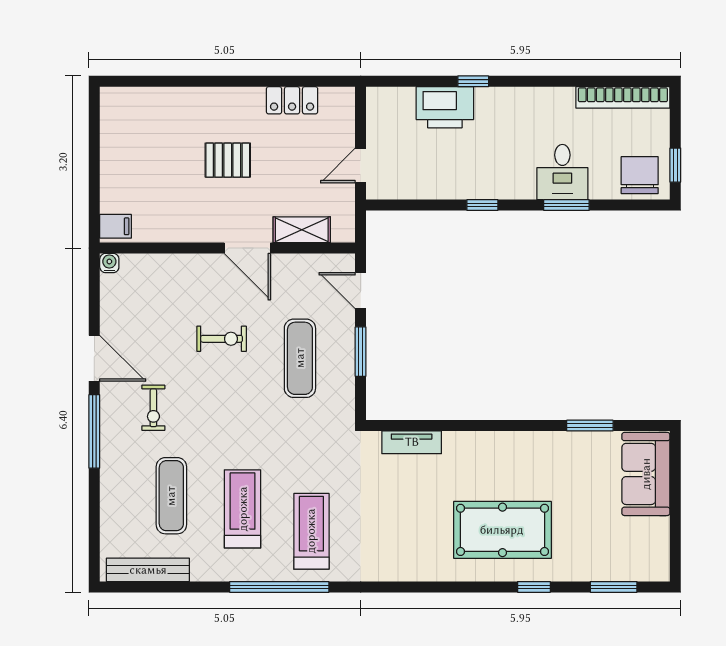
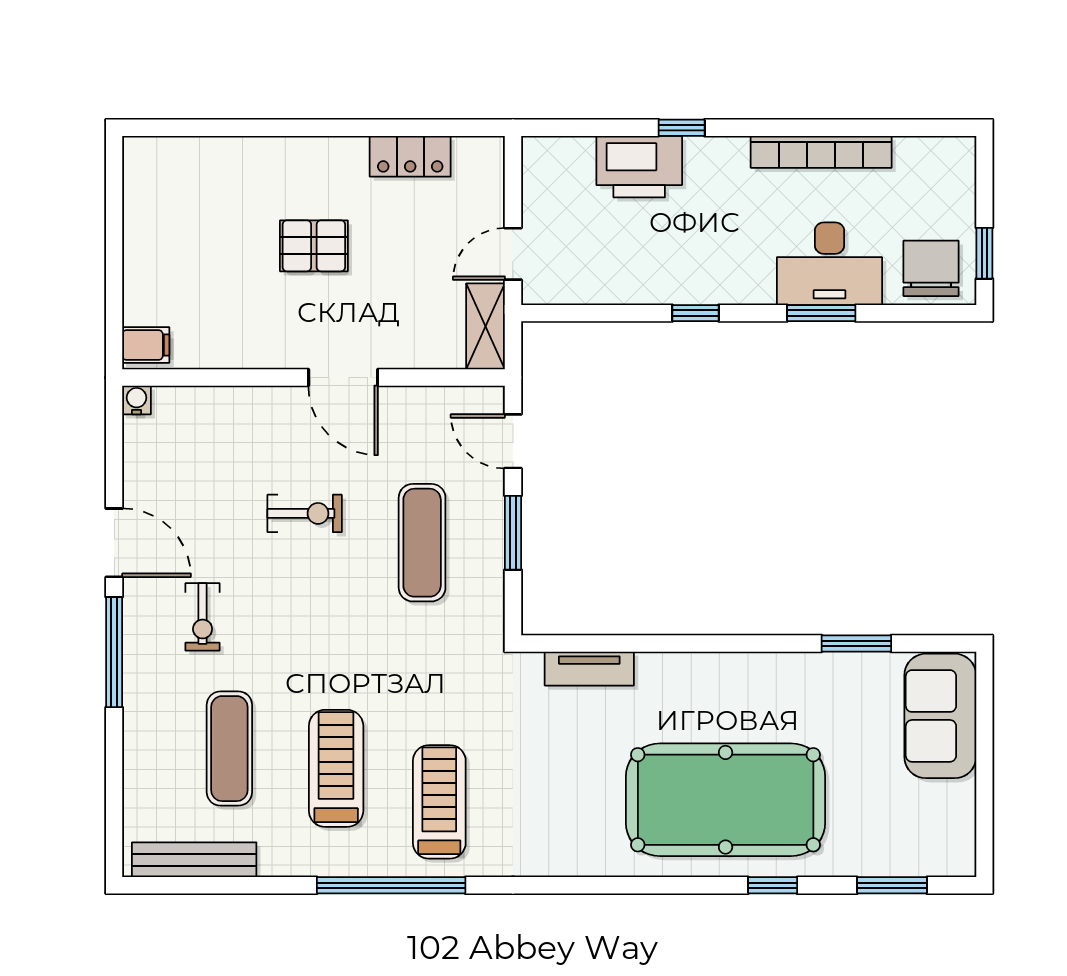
bookcase: (623, 97) -> (821, 152), moved
desk: (562, 172) -> (829, 264), width x1.37
shelving: (302, 230) -> (486, 326), moved, turned 90
pool table: (502, 530) -> (726, 800), width x1.36, depth x1.32

